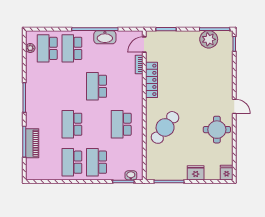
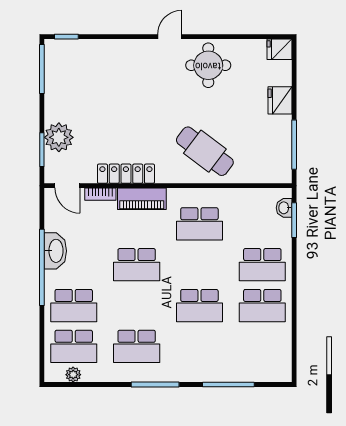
plant: (209, 39) -> (59, 137), moved
school desk: (47, 86) -> (137, 346), added
piano: (32, 143) -> (142, 199), moved, turned 180

